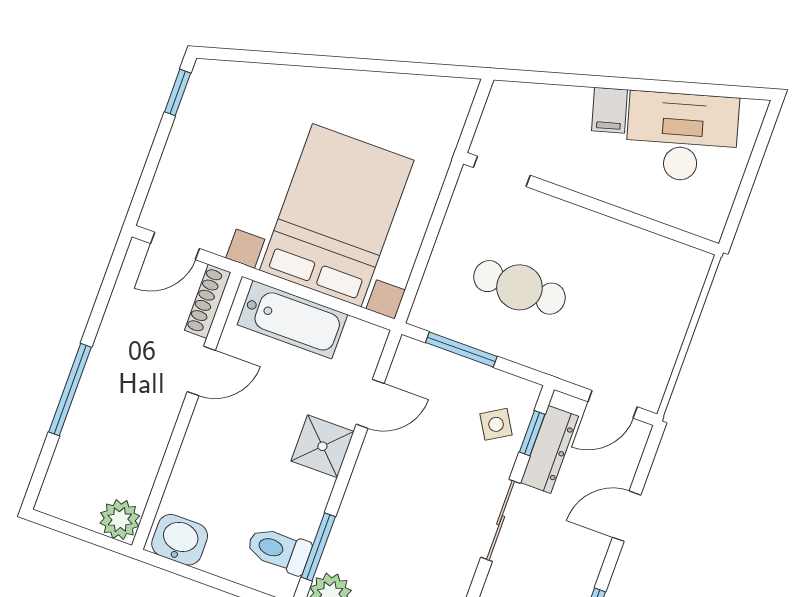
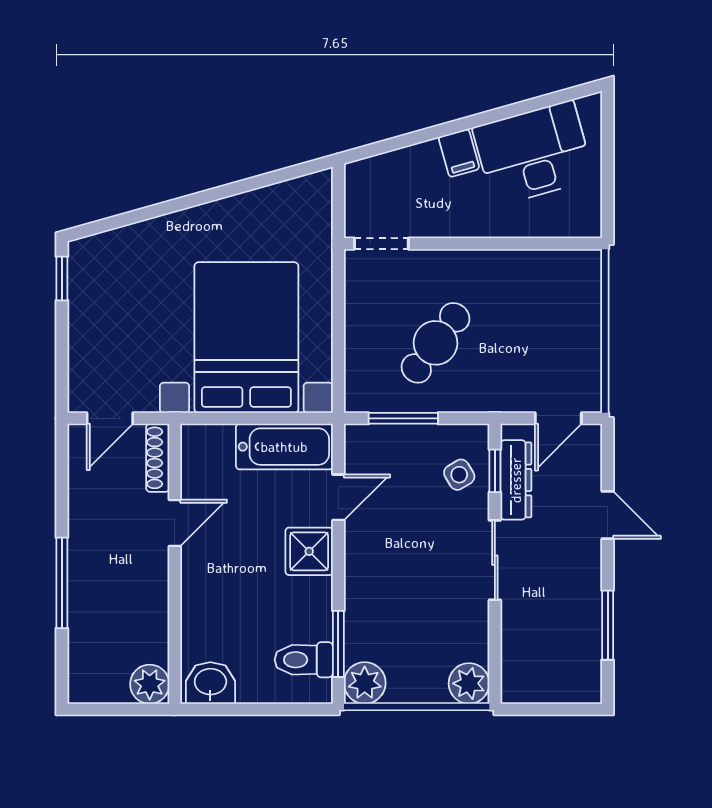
cafe table: (519, 287) -> (435, 343), turned -53
bathtub: (292, 320) -> (284, 447), moved
door: (627, 516) -> (608, 515), swing flipped

